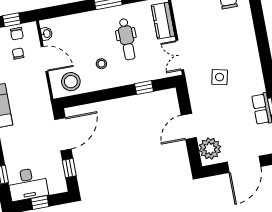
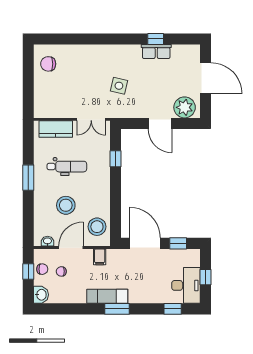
stool: (101, 64) -> (66, 205), moved, width x1.89, depth x1.89
filing cabinet: (40, 90) -> (100, 257), added

